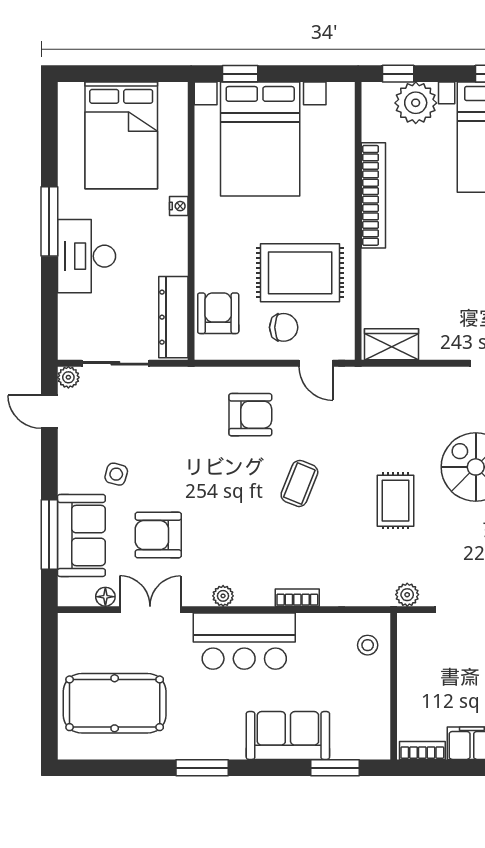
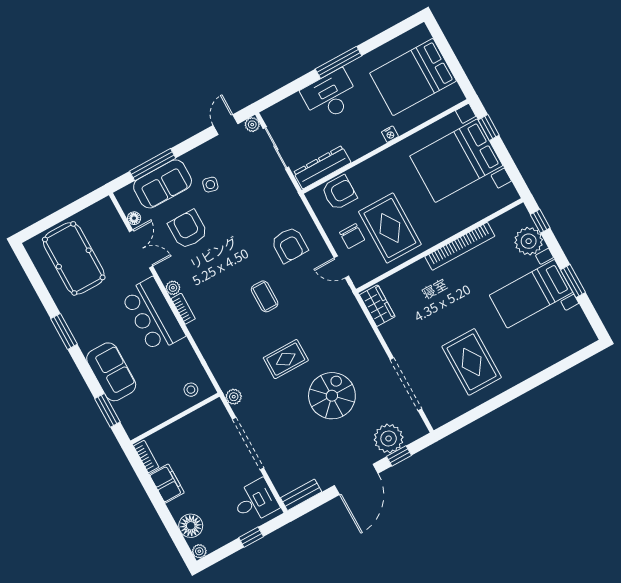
door: (316, 363) -> (341, 267), hinge flipped
coffee table: (299, 483) -> (265, 296), turned 68
bookcase: (297, 598) -> (183, 309), moved

